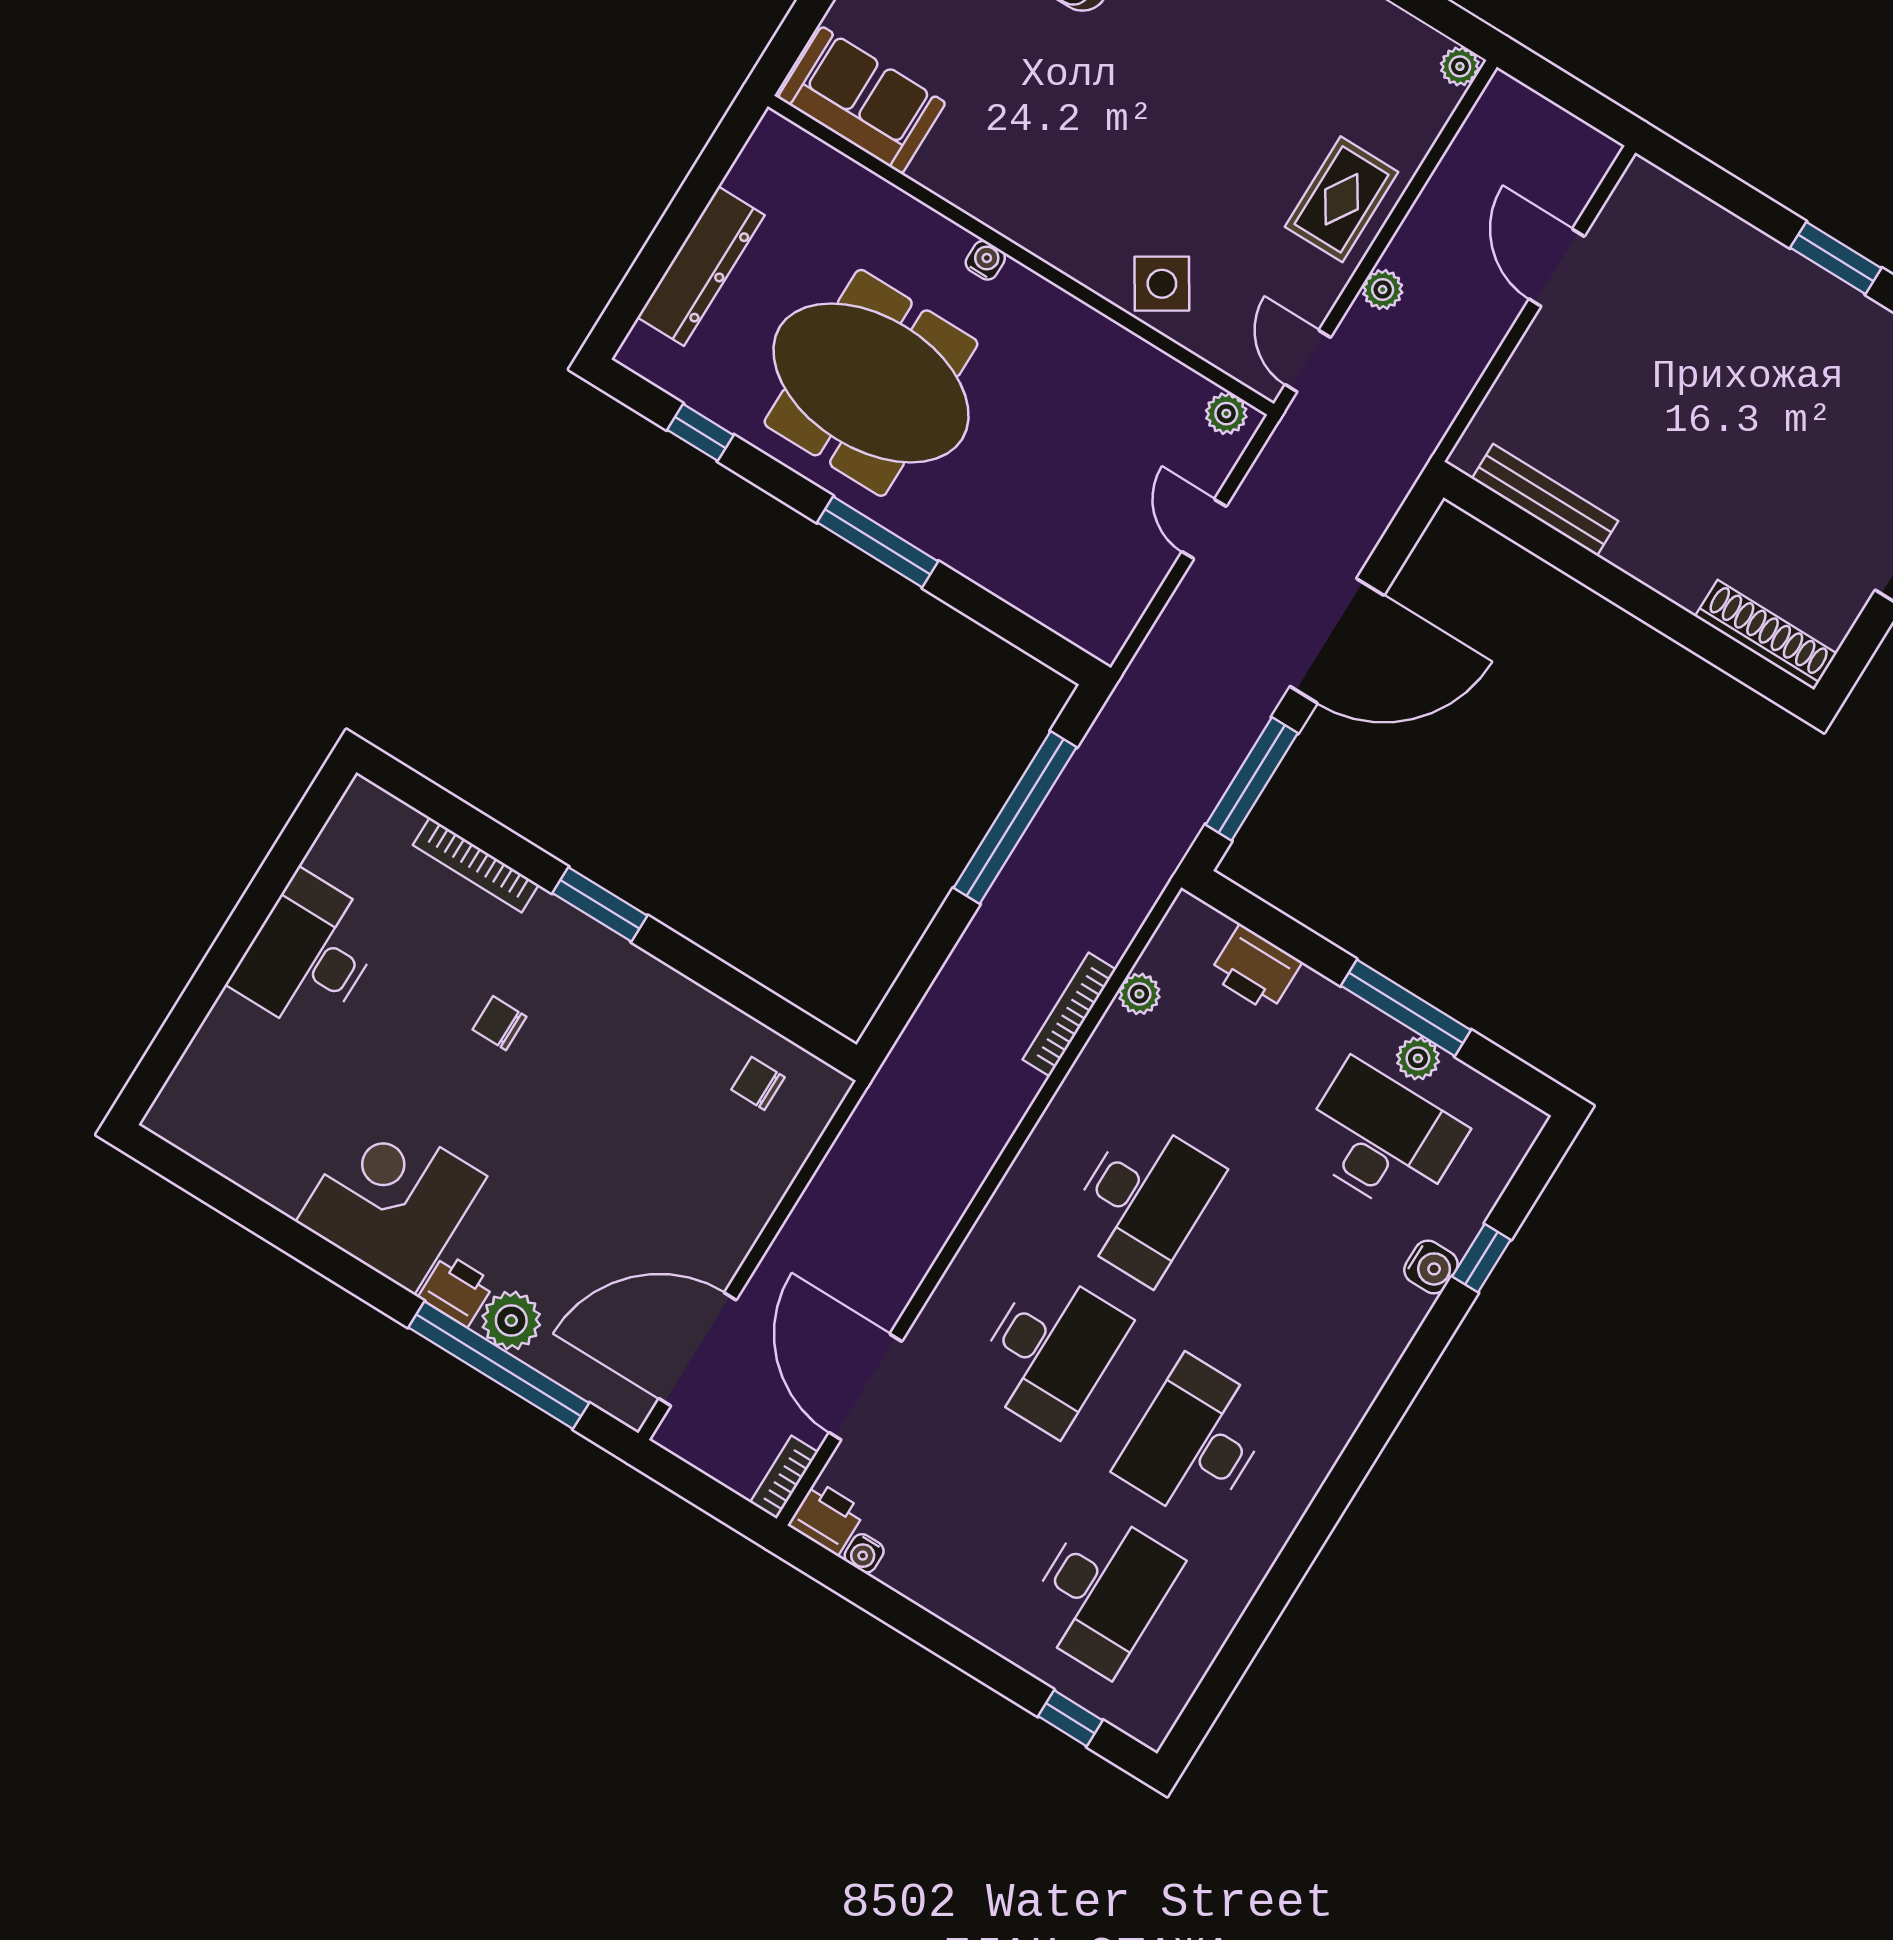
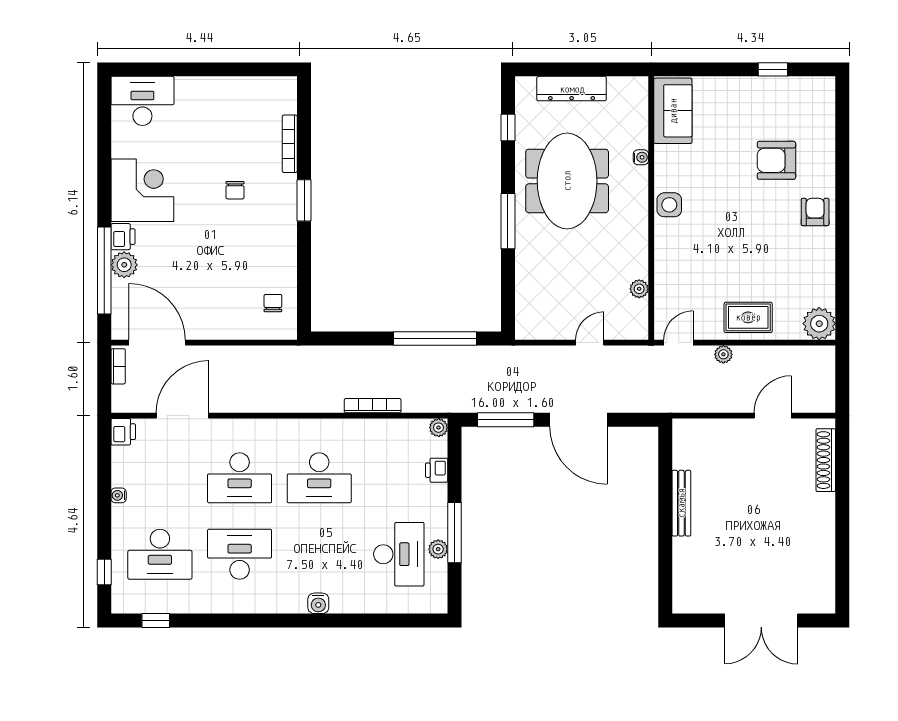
plant: (1460, 66) -> (819, 324), width x1.88, depth x1.88
window: (1836, 258) -> (842, 520), removed
water cooler: (985, 260) -> (641, 157), moved
side table: (1162, 284) -> (669, 205), moved, turned 32
plant: (1226, 414) -> (639, 289), moved
bench: (1545, 500) -> (681, 503), moved
shoe rack: (1766, 635) -> (826, 460), moved, turned 180
desk: (308, 954) -> (142, 101), moved
printer: (1255, 969) -> (437, 470), width x0.73, depth x0.81
plant: (1139, 994) -> (439, 428), moved
chair: (500, 1023) -> (235, 190), turned 180
window: (1481, 1258) -> (156, 620), moved
water cooler: (1431, 1267) -> (318, 603), moved
bookcase: (784, 1477) -> (118, 366), moved, turned 90
water cooler: (864, 1553) -> (119, 495), moved

